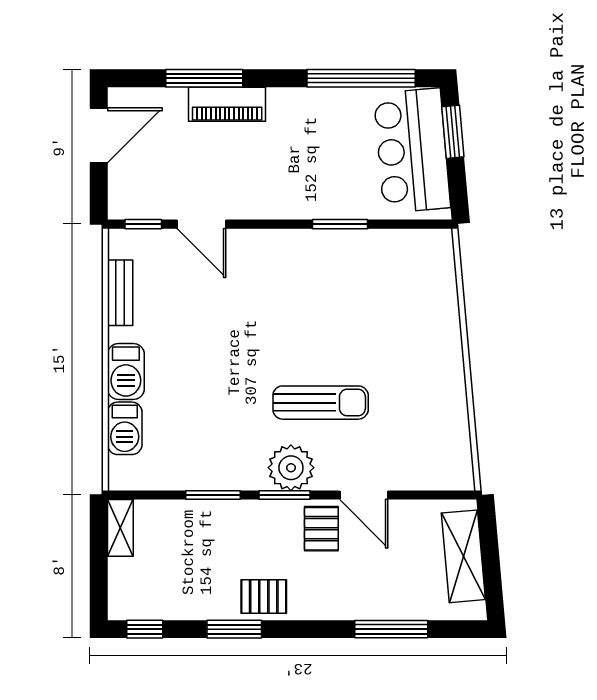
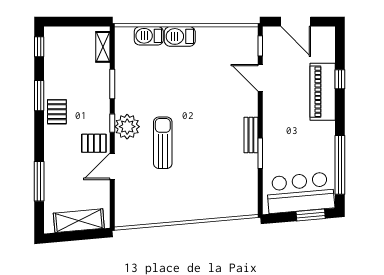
window: (204, 78) -> (340, 79), width x0.46
piano: (227, 104) -> (323, 92), width x1.37, depth x1.33
door: (99, 135) -> (296, 22), moved
door: (202, 224) -> (260, 78), hinge flipped
bench: (120, 293) -> (251, 135), moved, turned 90
sun lounger: (321, 403) -> (163, 143), turned 180
window: (285, 495) -> (112, 123), width x0.67
shelving: (120, 528) -> (103, 47), moved, turned 90

